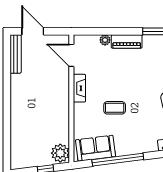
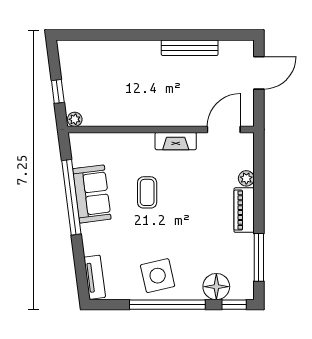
bench: (16, 54) -> (190, 48), moved
sofa: (95, 148) -> (92, 194), moved
plant: (60, 153) -> (75, 119), width x0.53, depth x0.53

